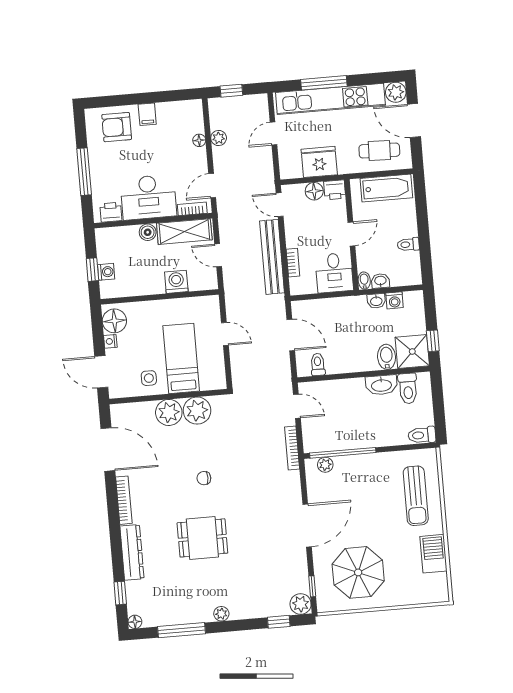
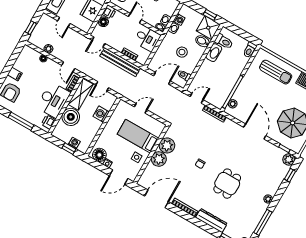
boiler: (148, 232) -> (71, 117), width x1.86, depth x1.86
stool: (350, 338) -> (182, 52), added

